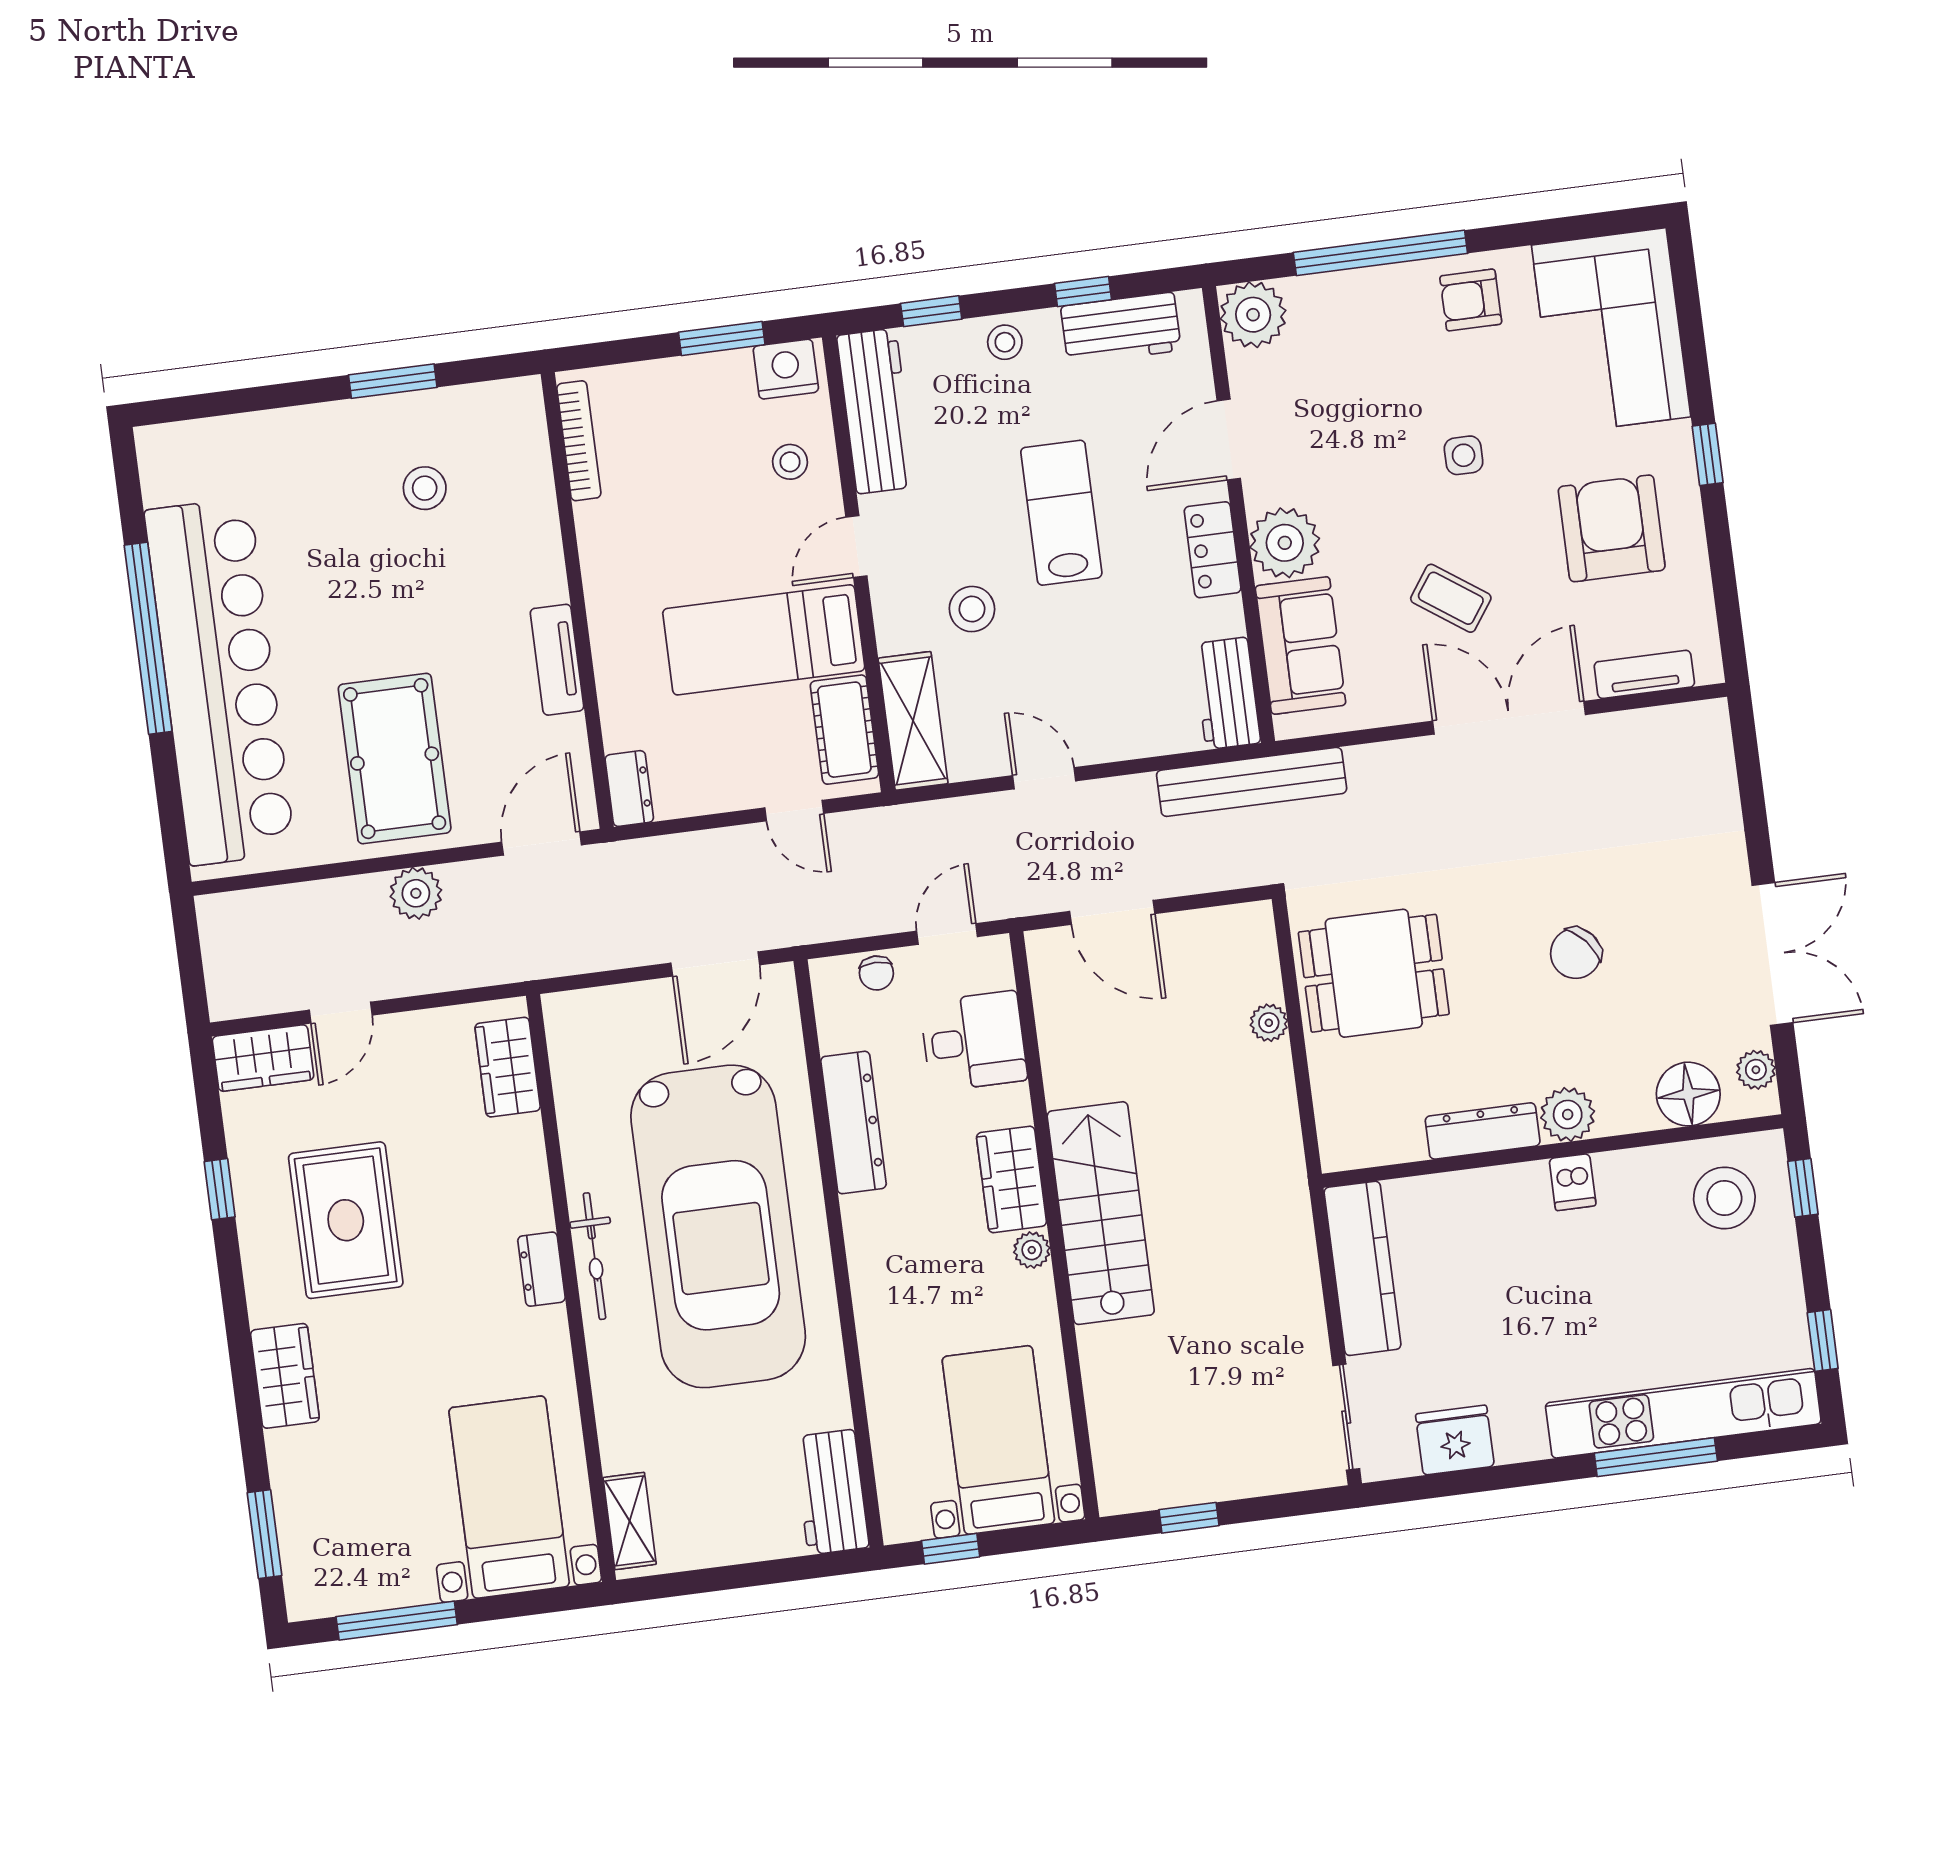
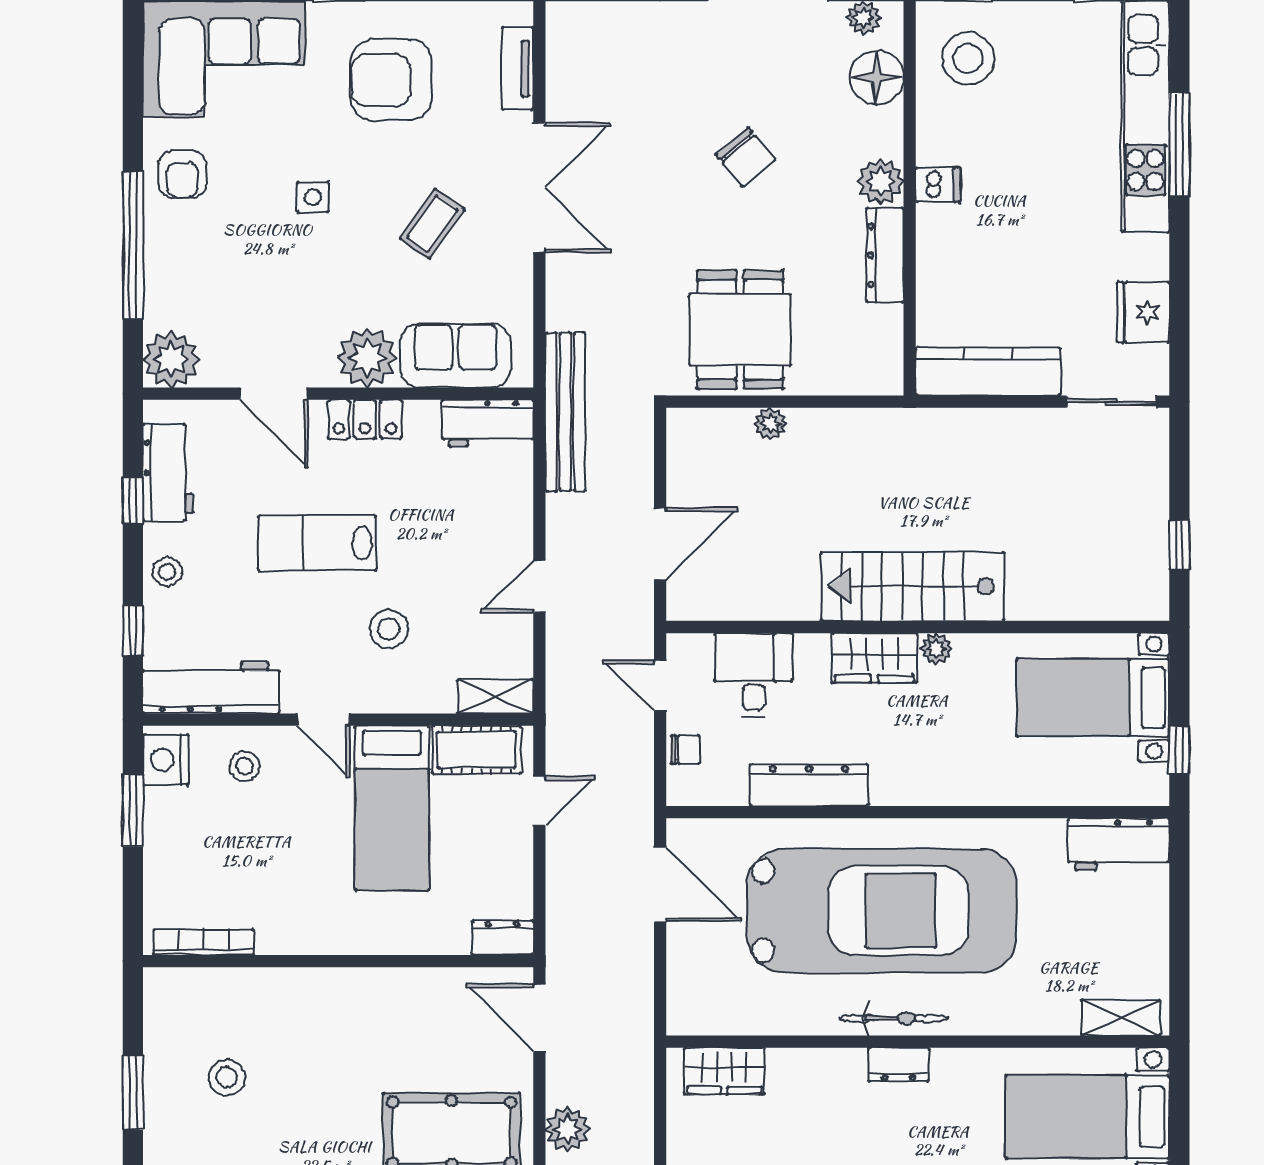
tv unit: (557, 660) -> (386, 985), removed
double door: (1509, 718) -> (539, 188), swing flipped
shelving: (913, 721) -> (496, 697), width x0.67, depth x0.75

